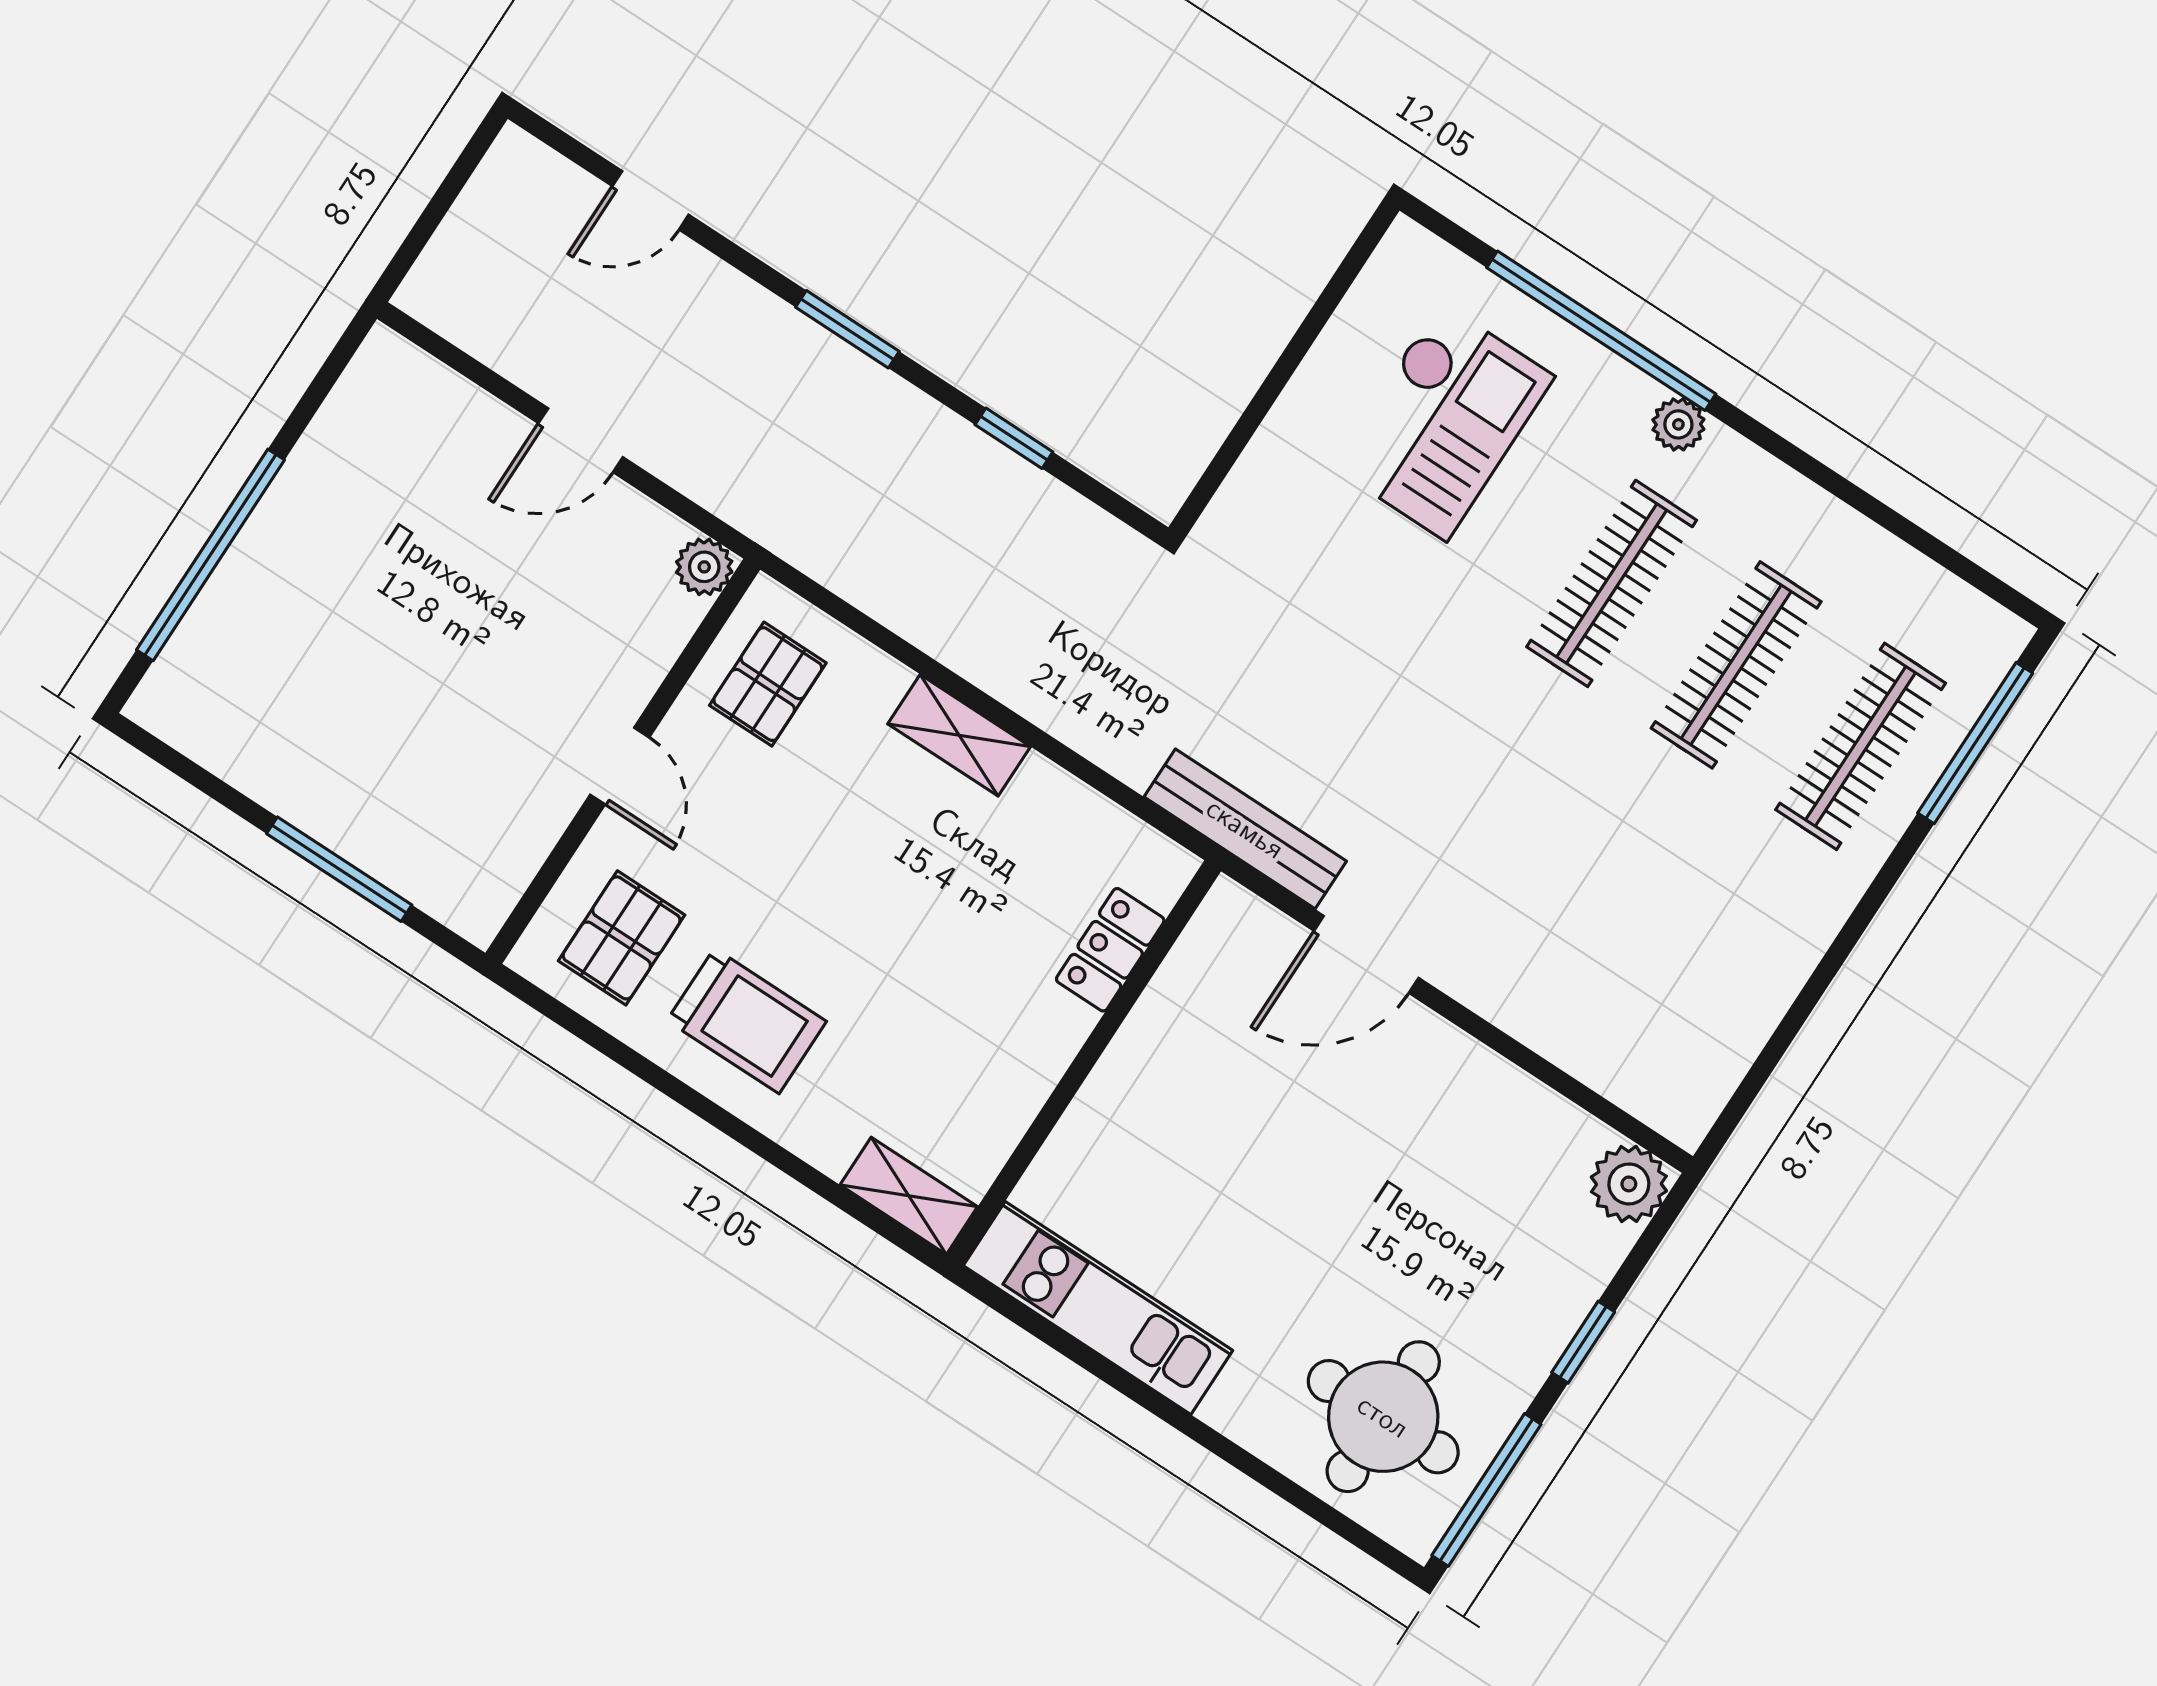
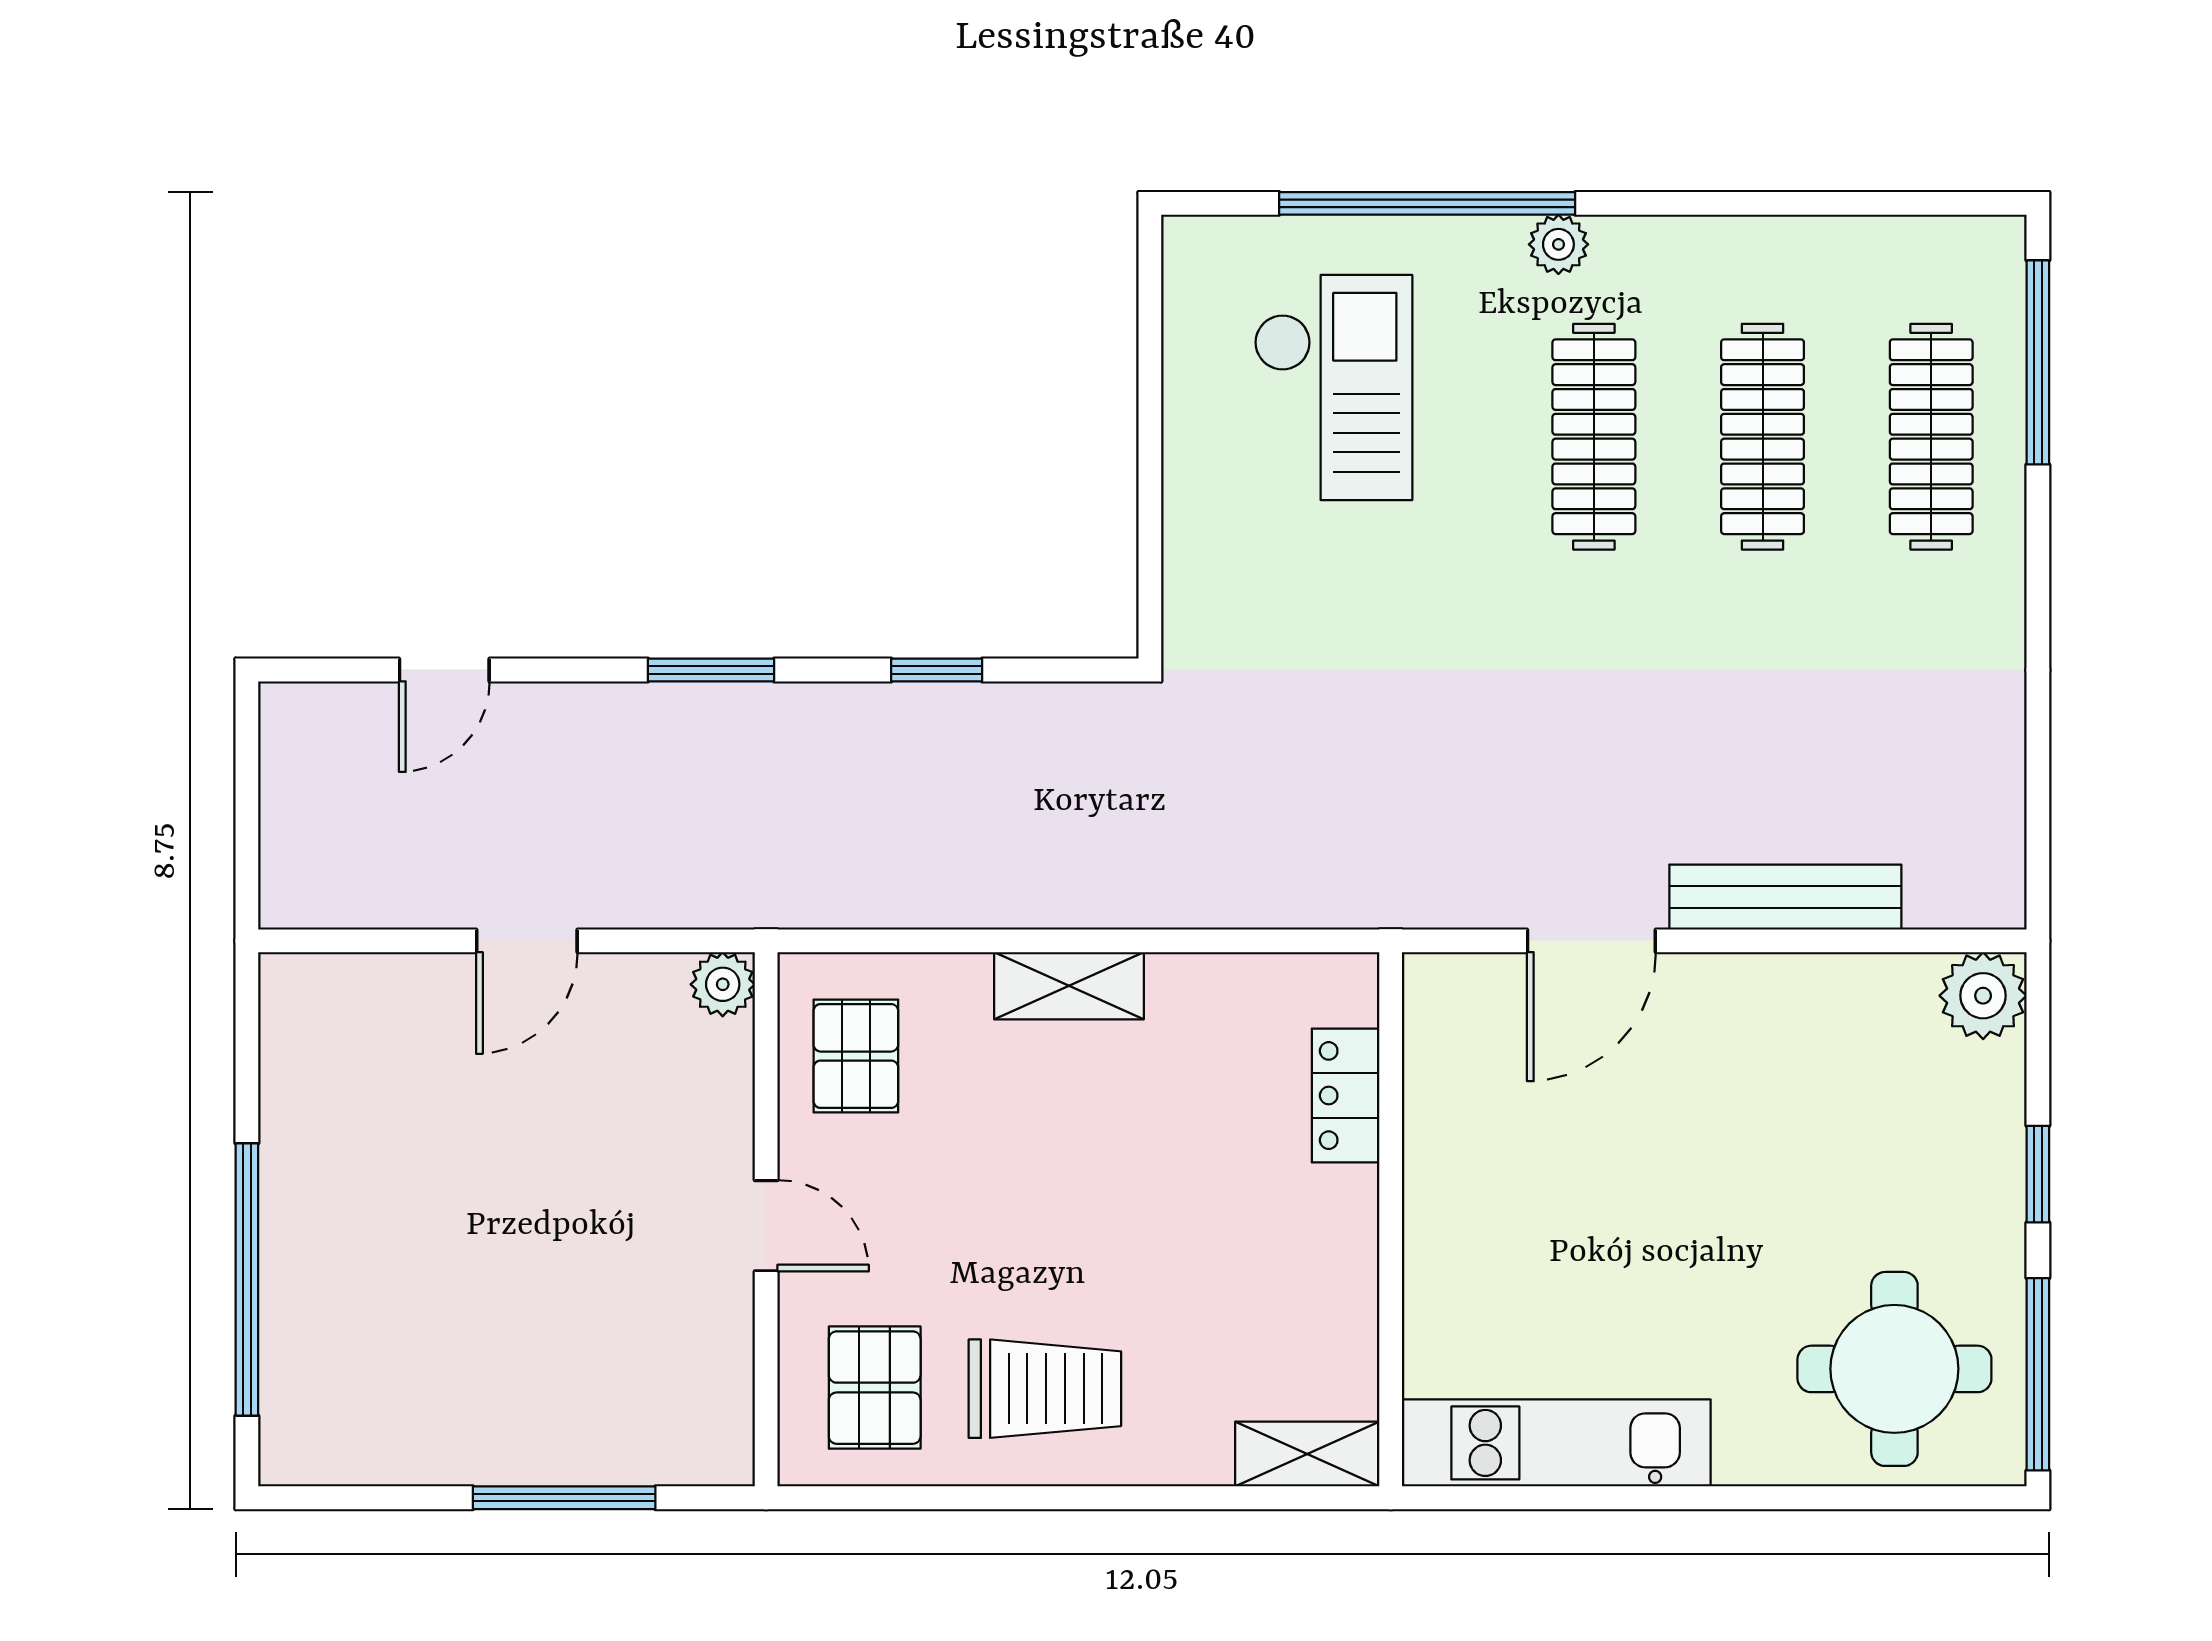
bench: (1245, 829) -> (1785, 897), moved

